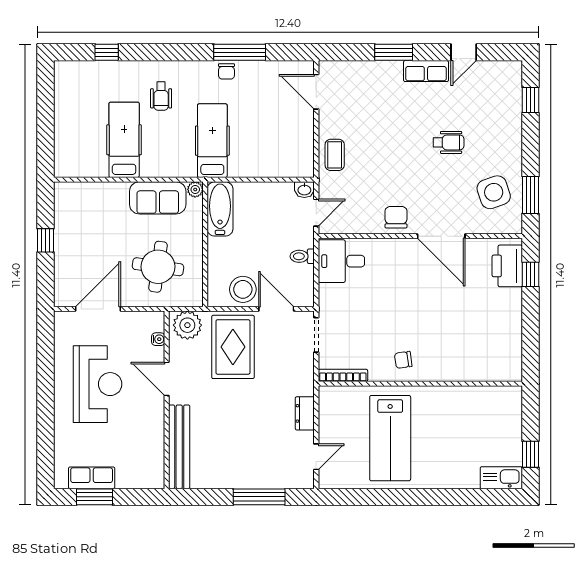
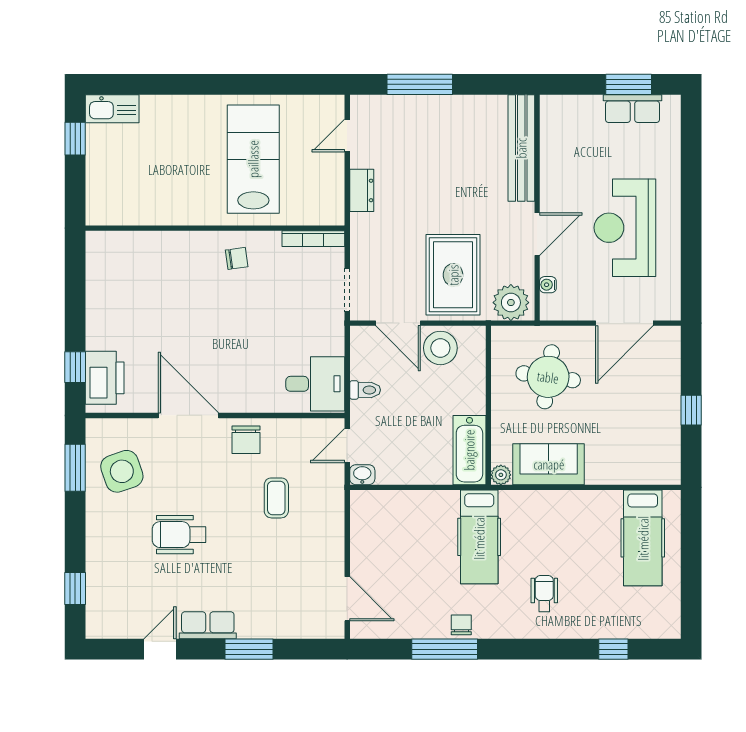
hospital bed: (124, 140) -> (643, 538), moved
wheelchair: (449, 142) -> (179, 535), width x1.36, depth x1.37
coffee table: (335, 155) -> (276, 498), moved
door: (167, 379) -> (537, 234), hinge flipped

